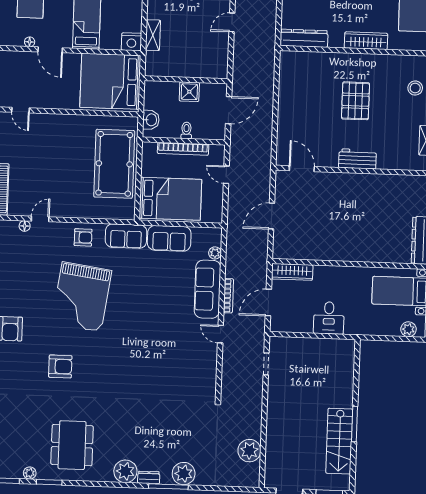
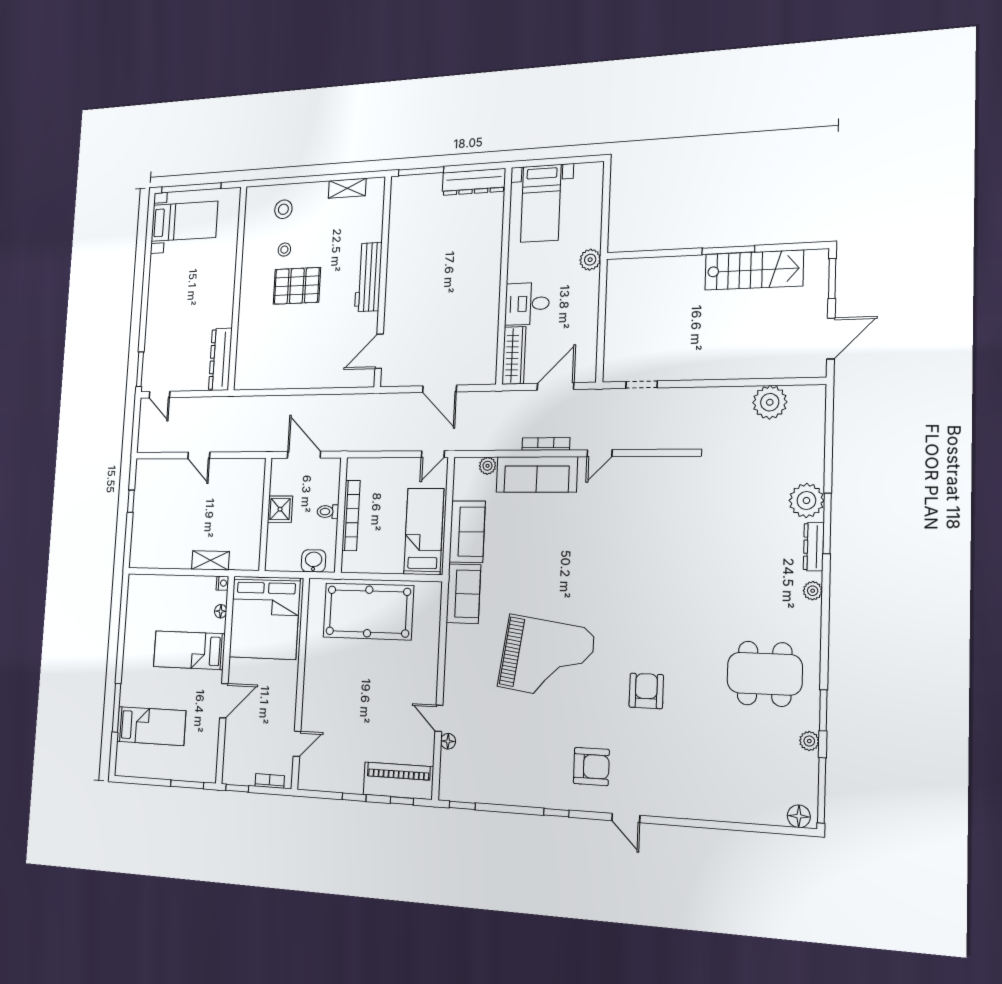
wardrobe: (366, 41) -> (226, 278), removed
floor lamp: (30, 42) -> (221, 611), moved
nightstand: (131, 42) -> (223, 583), width x0.53, depth x0.56
stool: (384, 90) -> (284, 250), added
workbench: (357, 159) -> (368, 277), width x1.38
door: (226, 175) -> (433, 454), moved
bed: (170, 199) -> (424, 531), width x0.67
armchair: (83, 237) -> (465, 656), removed
door: (268, 303) -> (555, 386), swing flipped
desk: (329, 318) -> (527, 304), moved, turned 180
plant: (408, 329) -> (590, 260), moved
plant: (125, 471) -> (813, 591), width x0.53, depth x0.53
dresser: (149, 478) -> (814, 547), width x1.44

